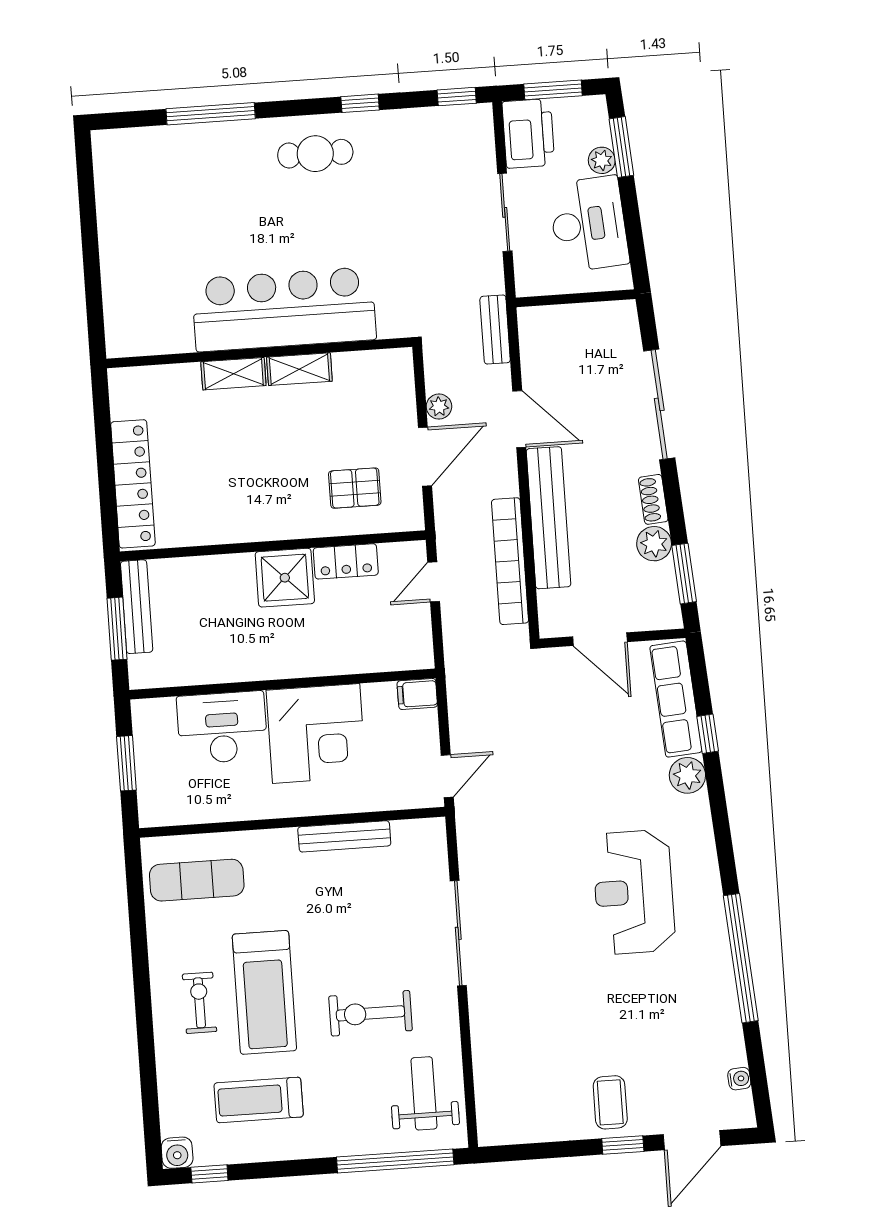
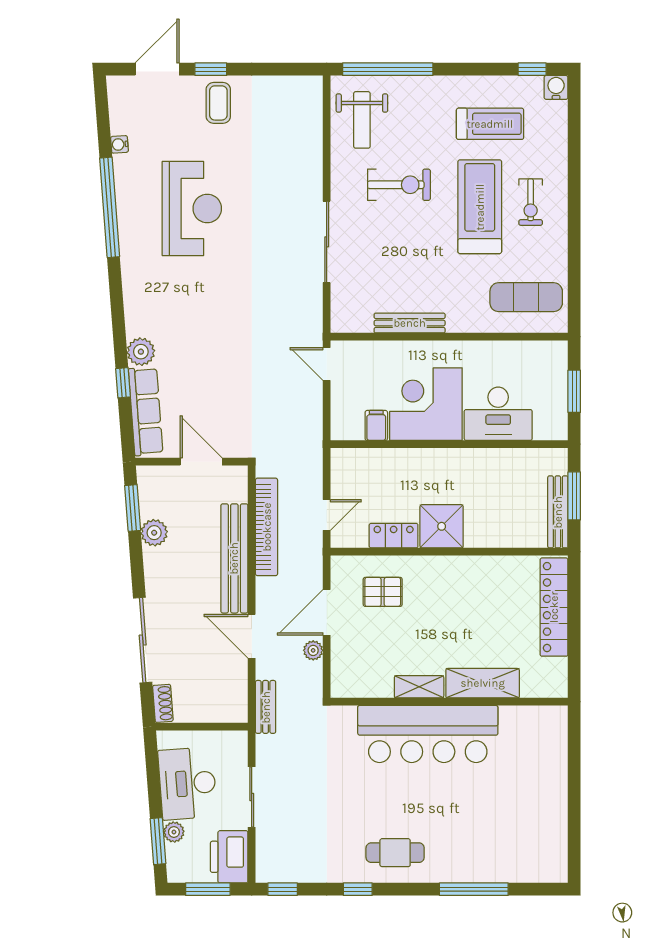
shelving: (233, 374) -> (483, 683), width x1.50, depth x1.33
shoe rack: (653, 499) -> (163, 703), moved
filing cabinet: (417, 694) -> (376, 425), moved, turned -90
door: (447, 776) -> (327, 364), hinge flipped
reception desk: (634, 892) -> (192, 209), moved
water cooler: (739, 1079) -> (119, 144), moved

